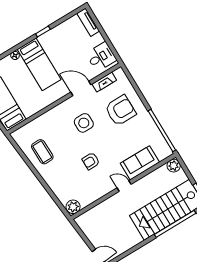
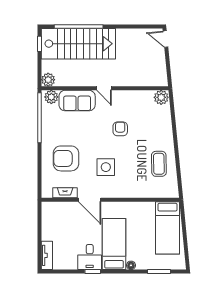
desk: (101, 57) -> (90, 257), moved, turned -90
plant: (163, 153) -> (51, 97), added
armchair: (91, 161) -> (120, 129), turned -90

